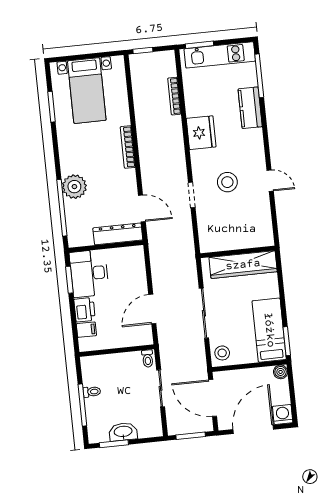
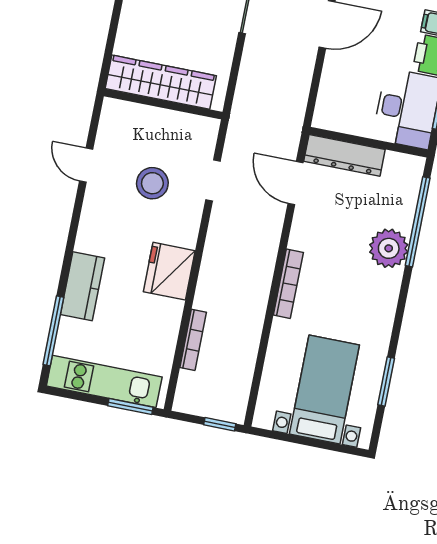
wall: (238, 252) -> (163, 104), moved
wardrobe: (243, 265) -> (161, 82), moved

